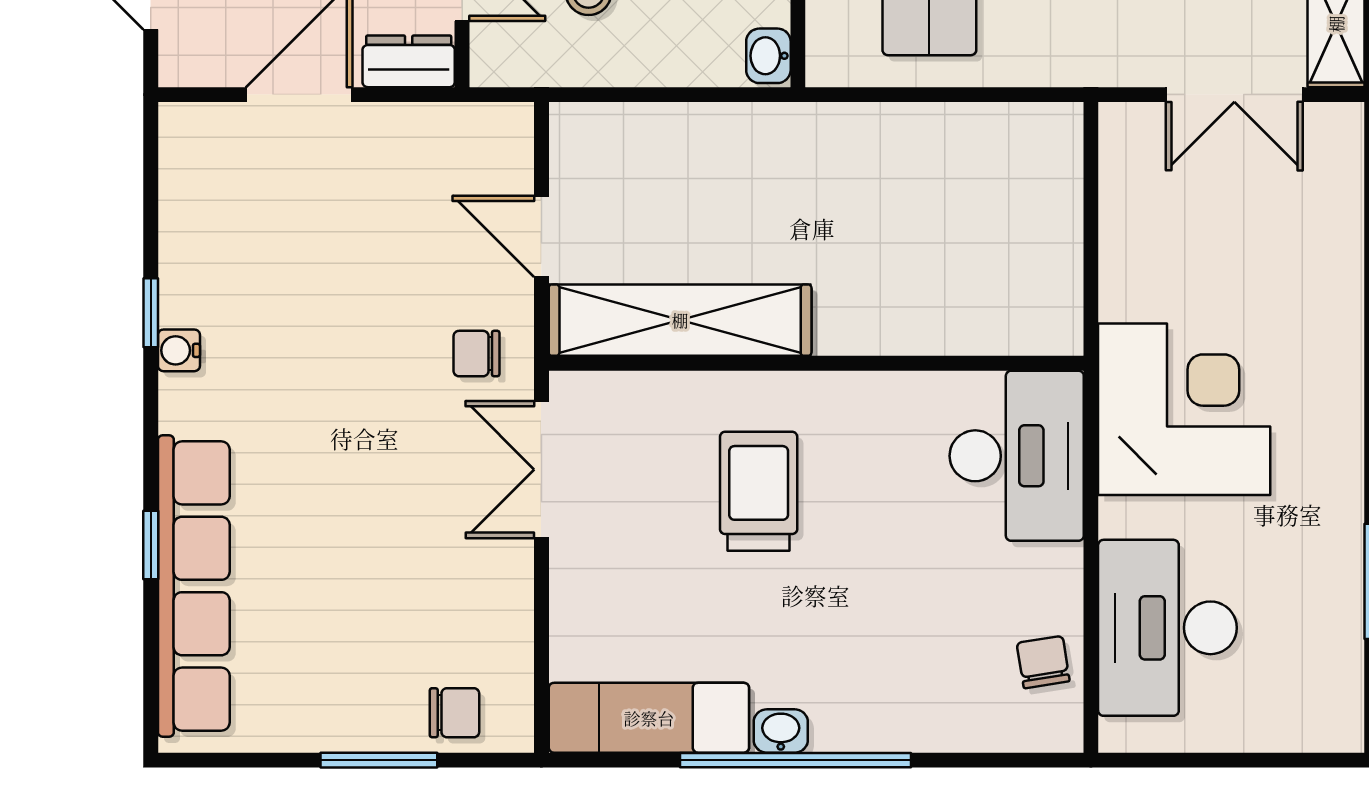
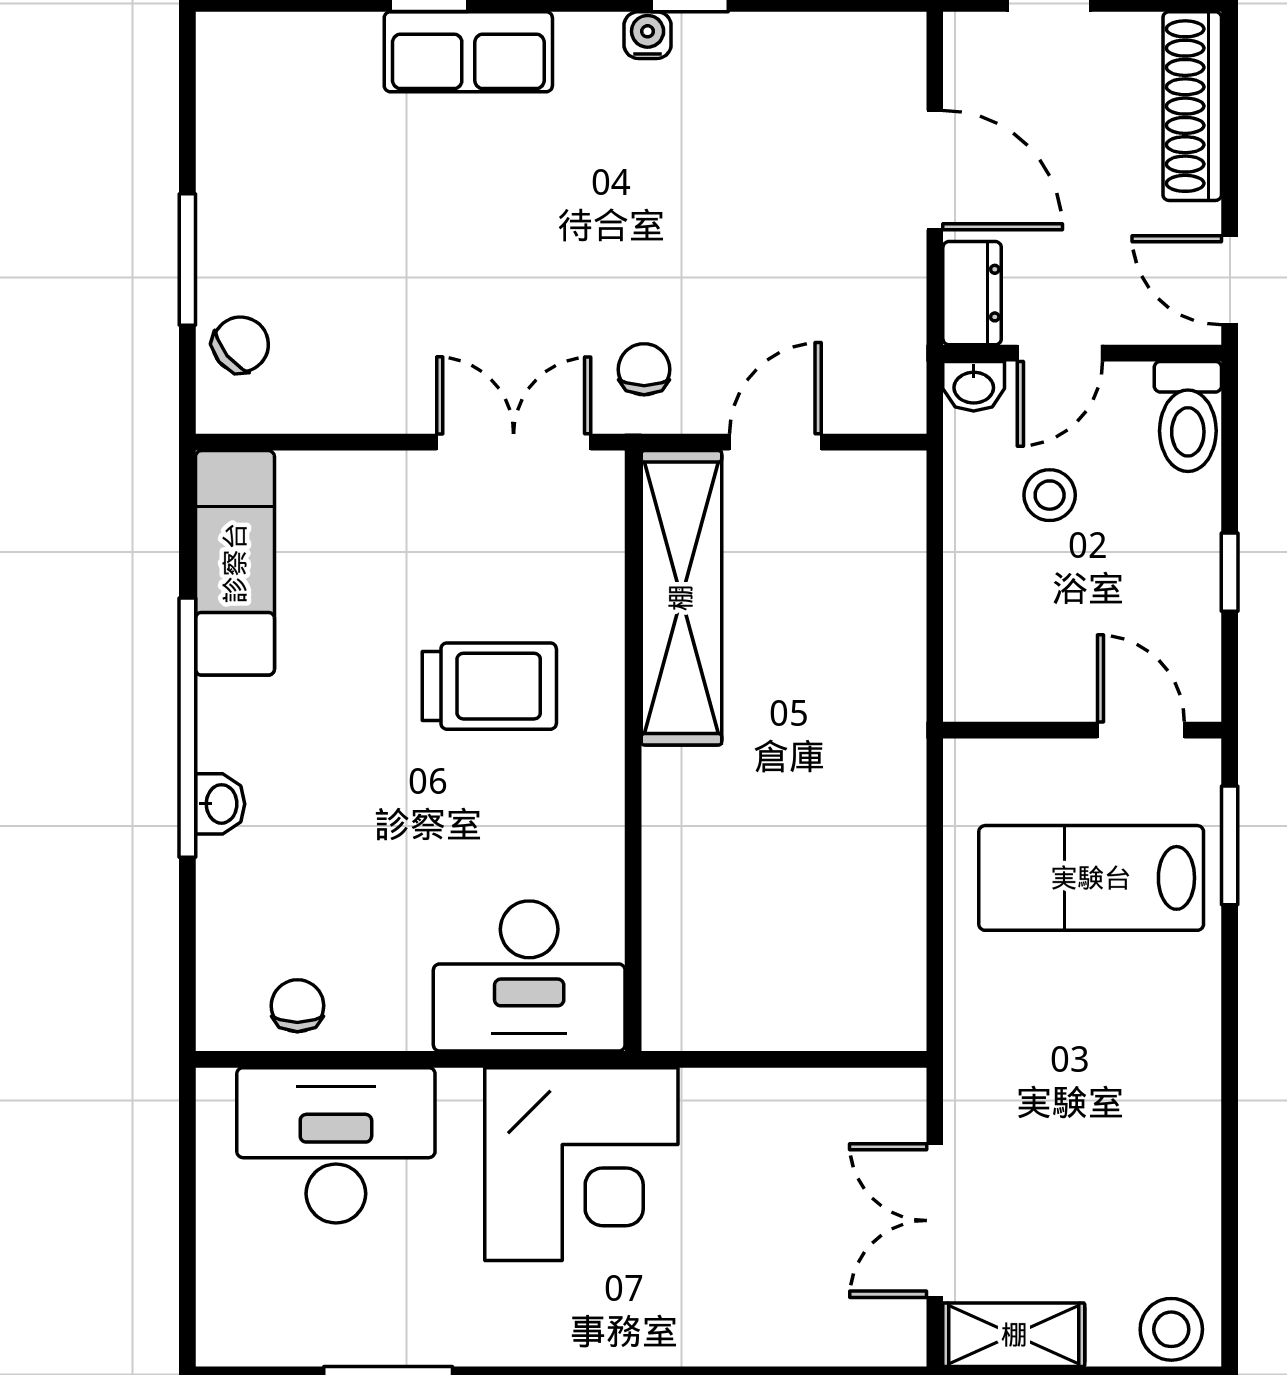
washbasin: (768, 56) -> (974, 386), moved, turned 180
row of seats: (194, 586) -> (468, 52), width x0.50
chair: (1043, 662) -> (297, 1006), turned -81
chair: (454, 713) -> (241, 345), turned -129
washbasin: (781, 731) -> (220, 804), moved

